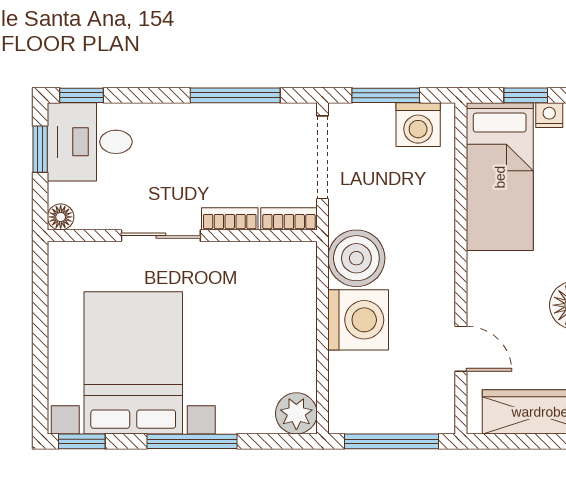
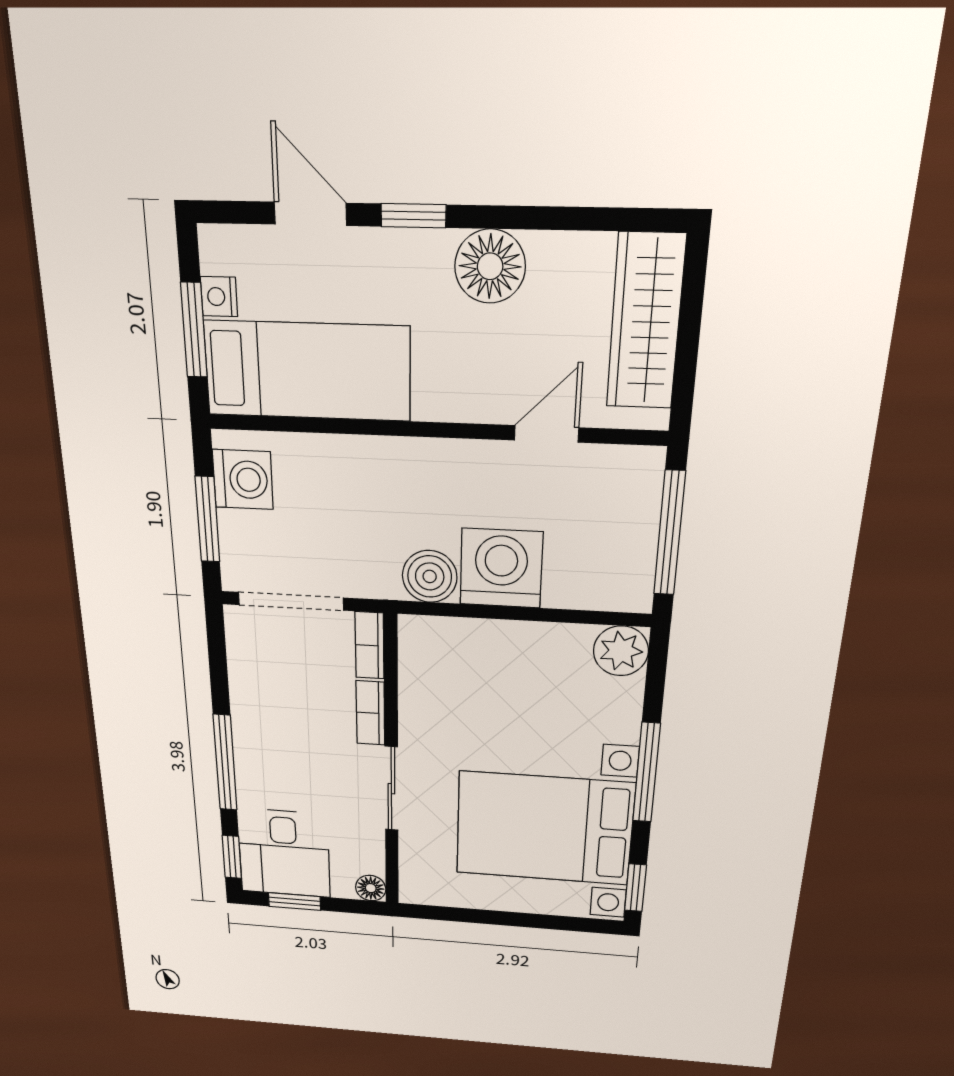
window: (235, 95) -> (225, 763), moved
window: (526, 95) -> (194, 330), width x1.50
boiler: (356, 258) -> (430, 576), width x0.73, depth x0.73

